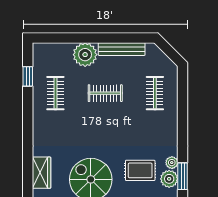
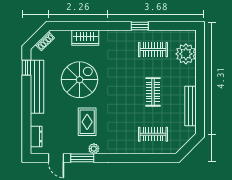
plant: (85, 55) -> (186, 54), moved
window: (28, 76) -> (140, 26), moved
plant: (169, 179) -> (80, 146), removed

